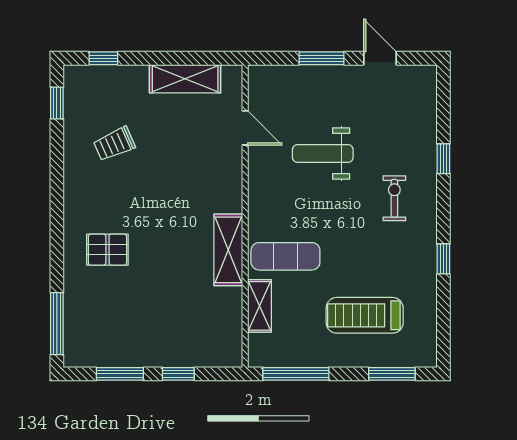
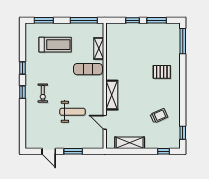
window: (443, 159) -> (22, 92), moved
shelving: (228, 250) -> (112, 95), moved

